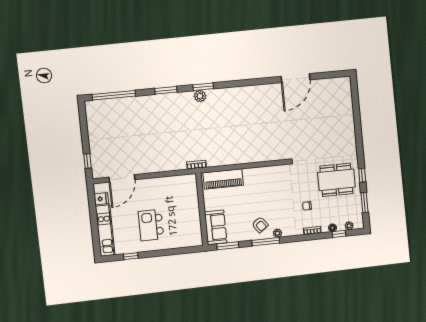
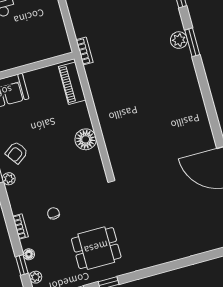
floor lamp: (259, 174) -> (86, 139), added
piano: (223, 179) -> (72, 83), width x0.73, depth x0.75
dining table: (336, 180) -> (96, 248), width x0.73

